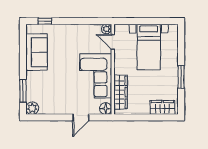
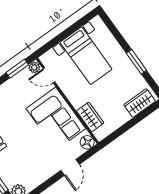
window: (94, 21) -> (17, 69), added
wardrobe: (121, 92) -> (90, 117), width x0.67

